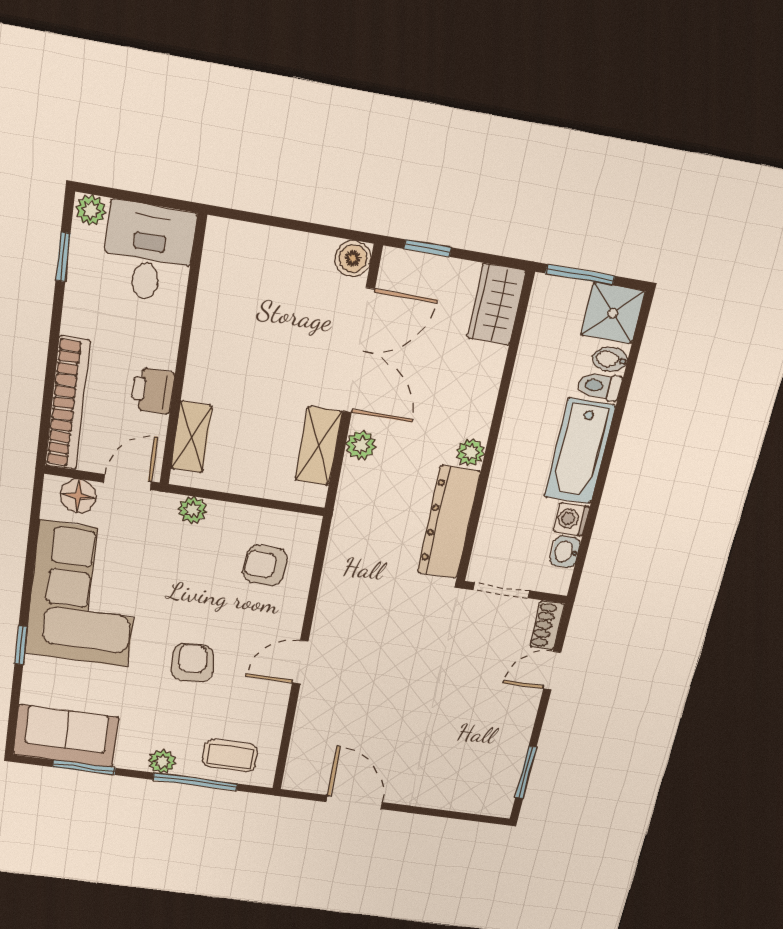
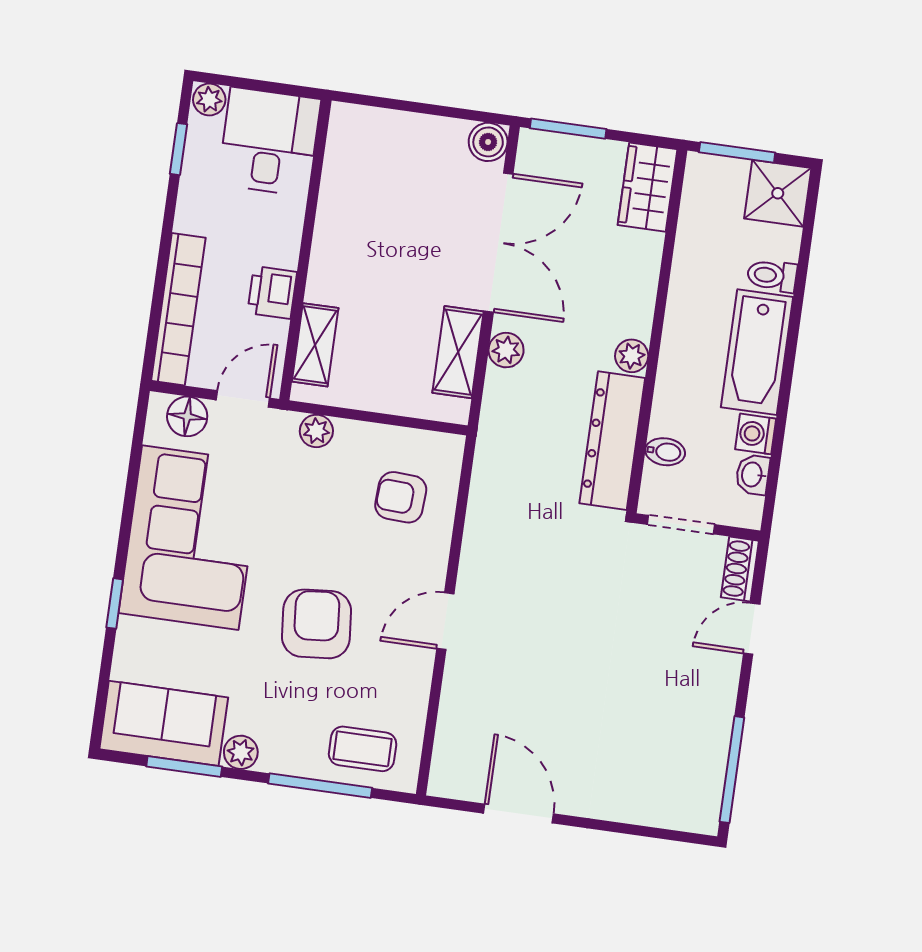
window: (428, 248) -> (568, 129), width x1.50
bidet: (610, 359) -> (665, 452), moved, turned 180
armchair: (192, 663) -> (317, 624), width x1.38, depth x1.38
plant: (162, 762) -> (241, 752), moved
window: (526, 772) -> (732, 770), width x1.44

